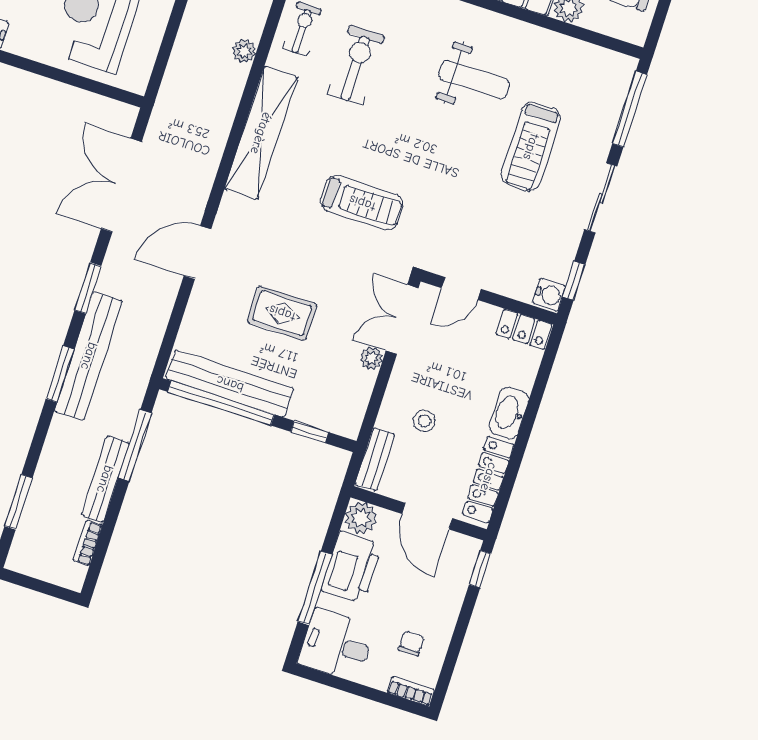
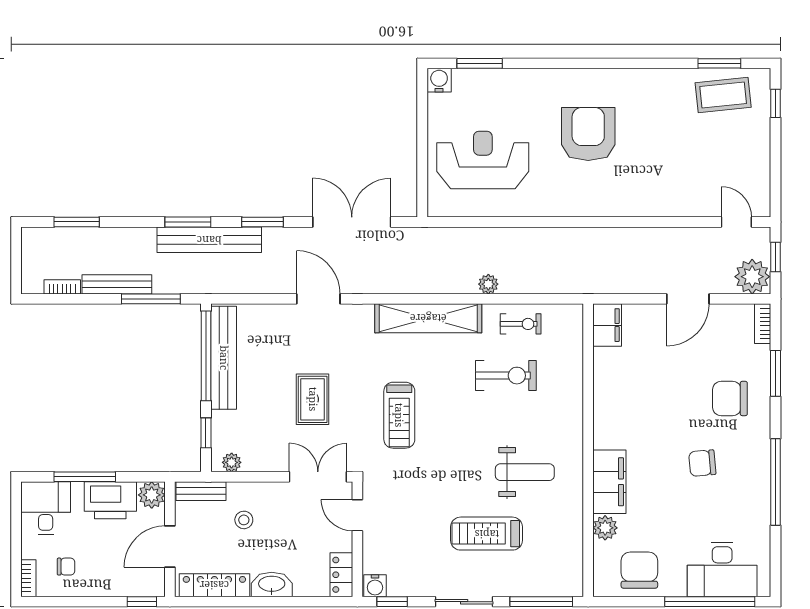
weight bench: (474, 79) -> (525, 472), turned -90
rug: (282, 313) -> (313, 399), moved
plant: (371, 358) -> (232, 462), moved

